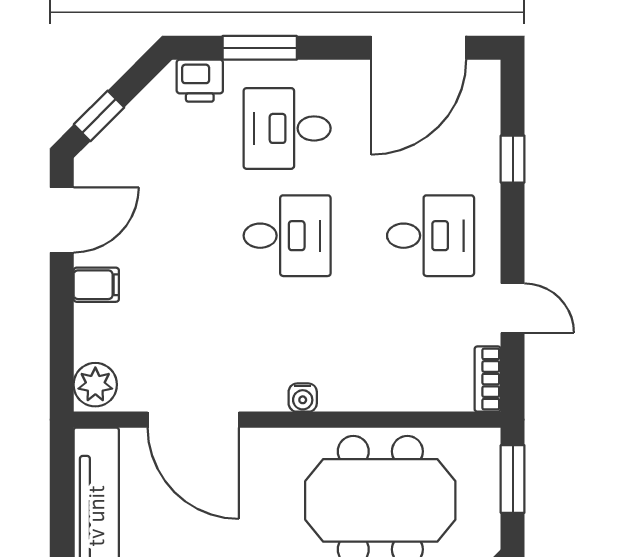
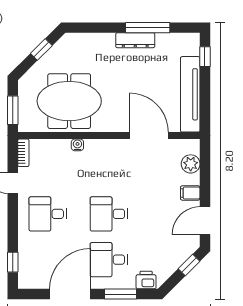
door: (419, 48) -> (70, 294), moved
desk: (287, 128) -> (109, 260), turned 180
window: (513, 159) -> (13, 262), moved
plant: (95, 385) -> (191, 164), moved
water cooler: (303, 398) -> (77, 145), moved

